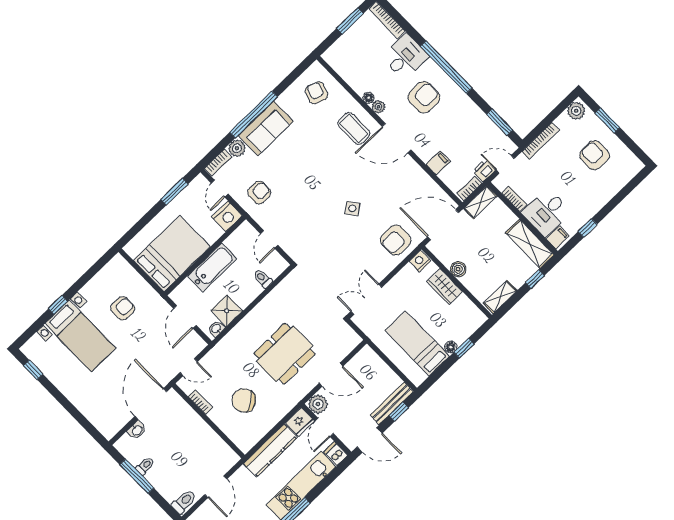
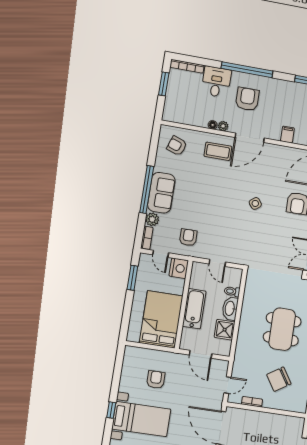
washbasin: (216, 329) -> (230, 308), moved, width x1.91, depth x1.45

